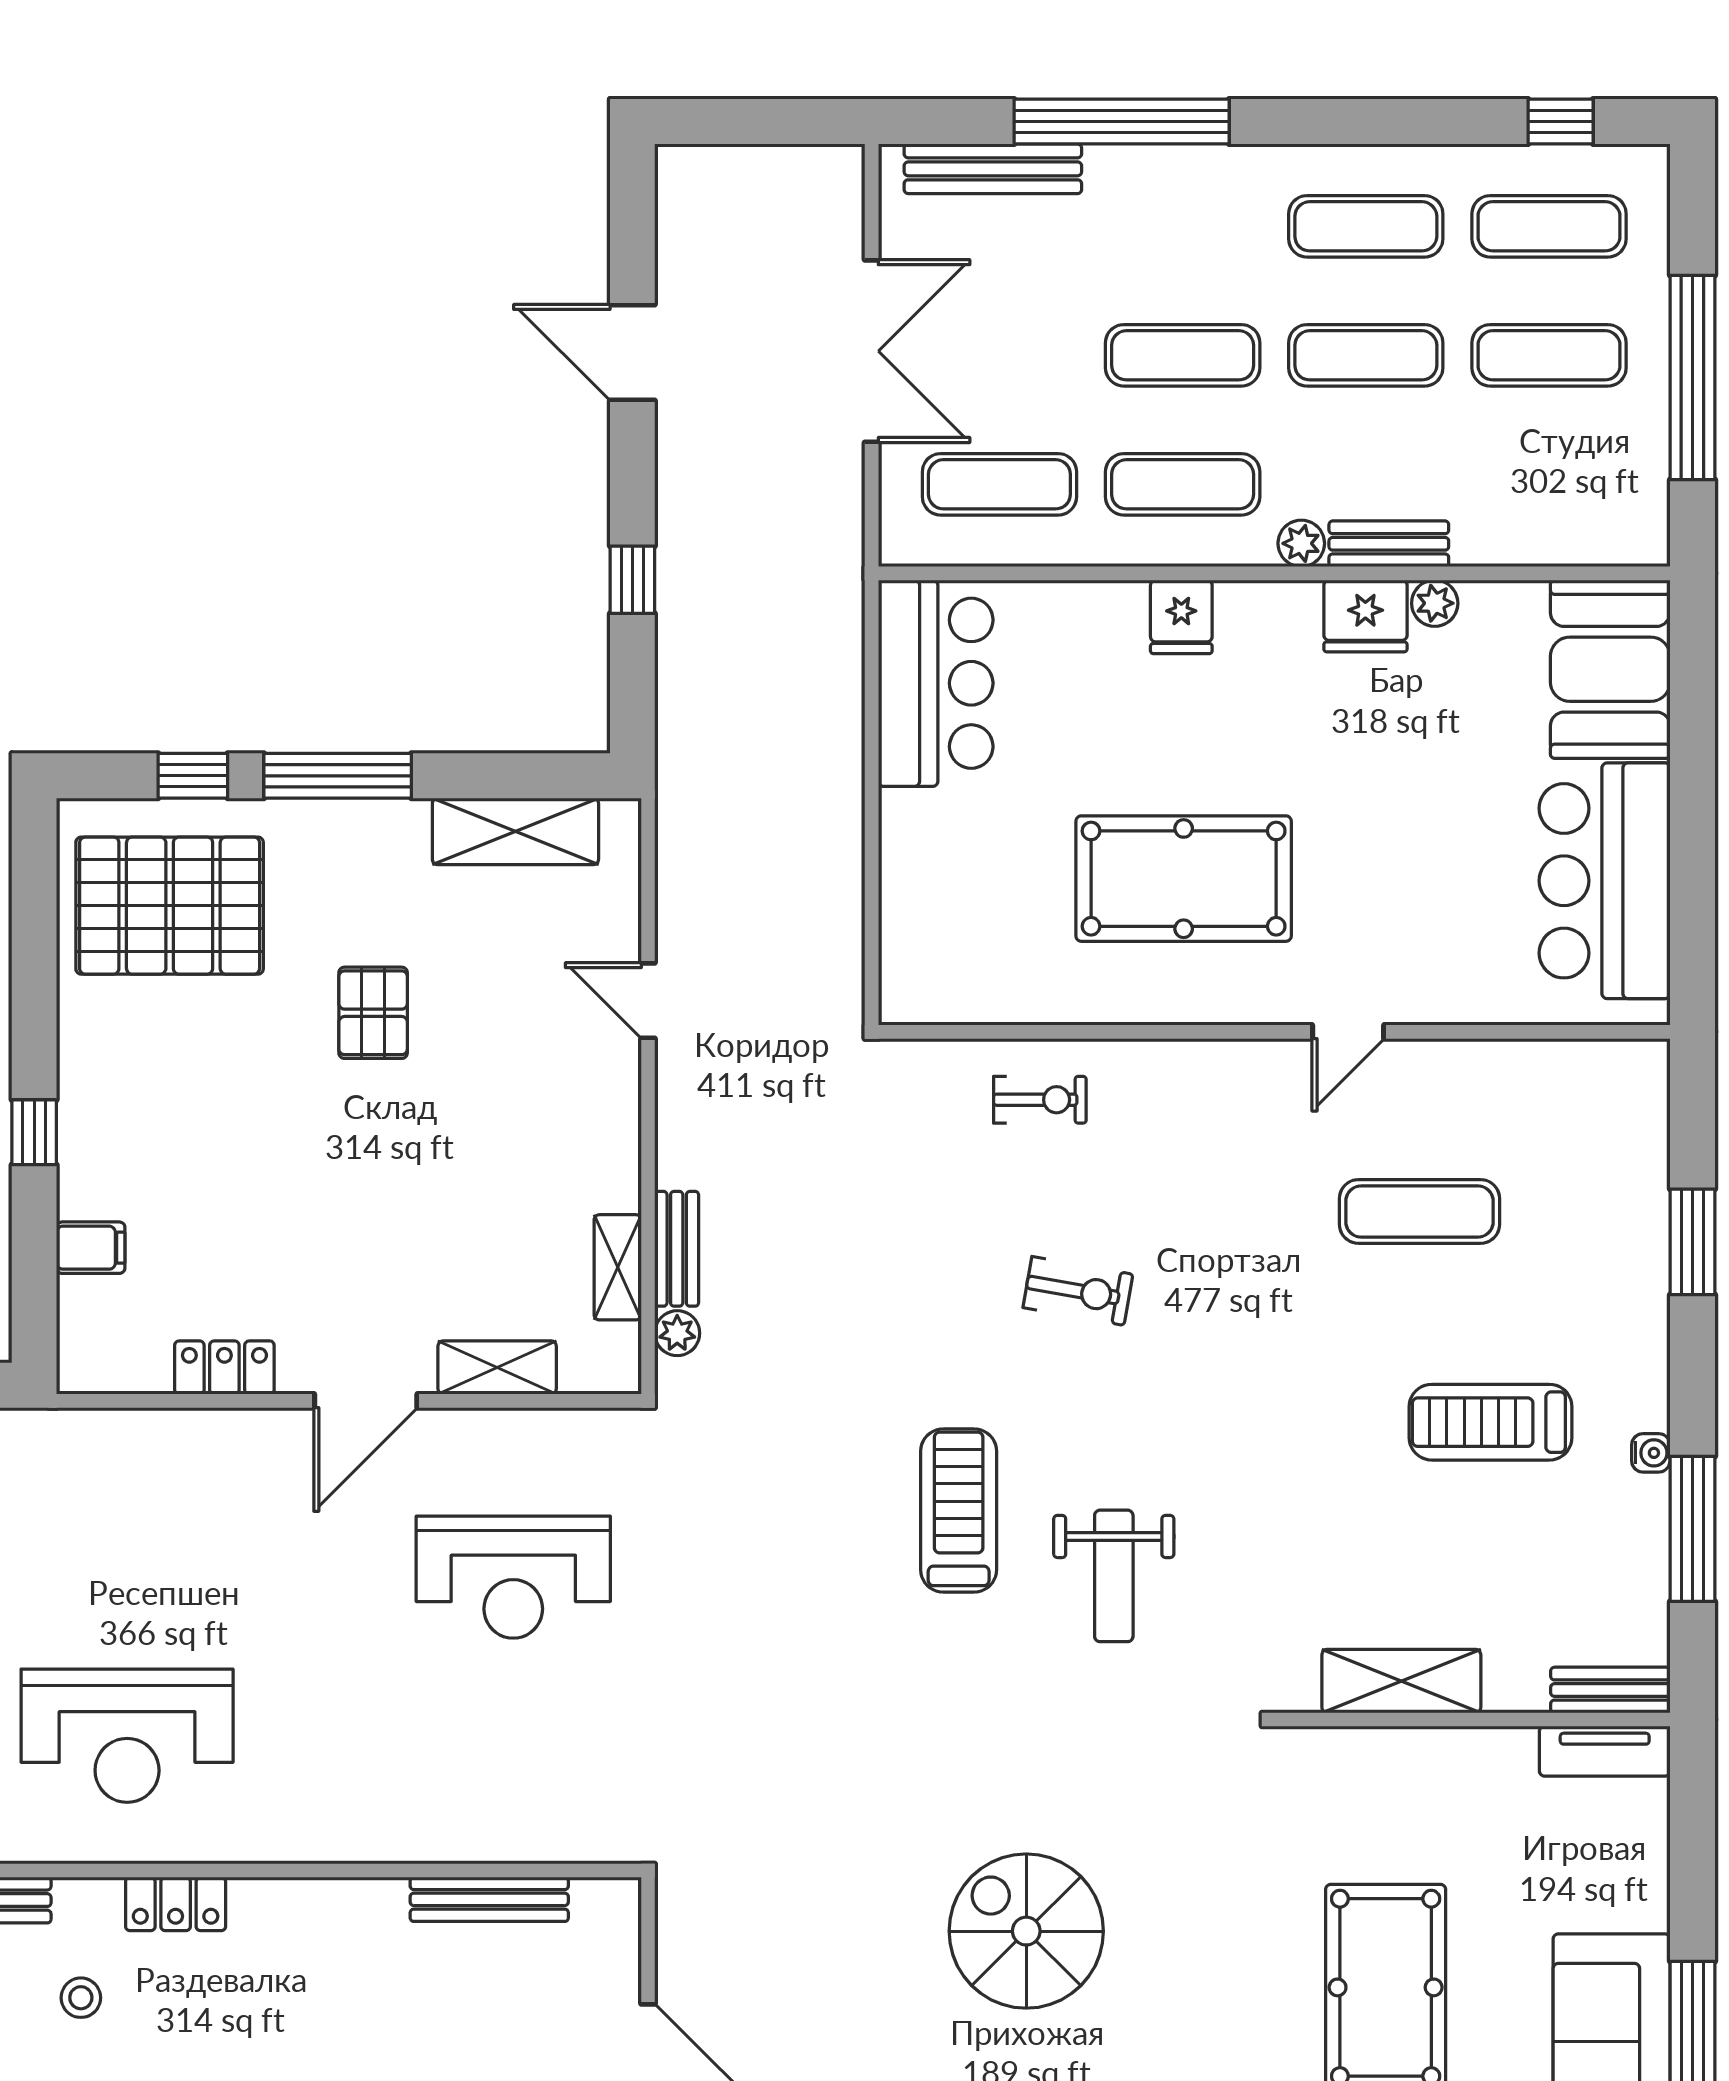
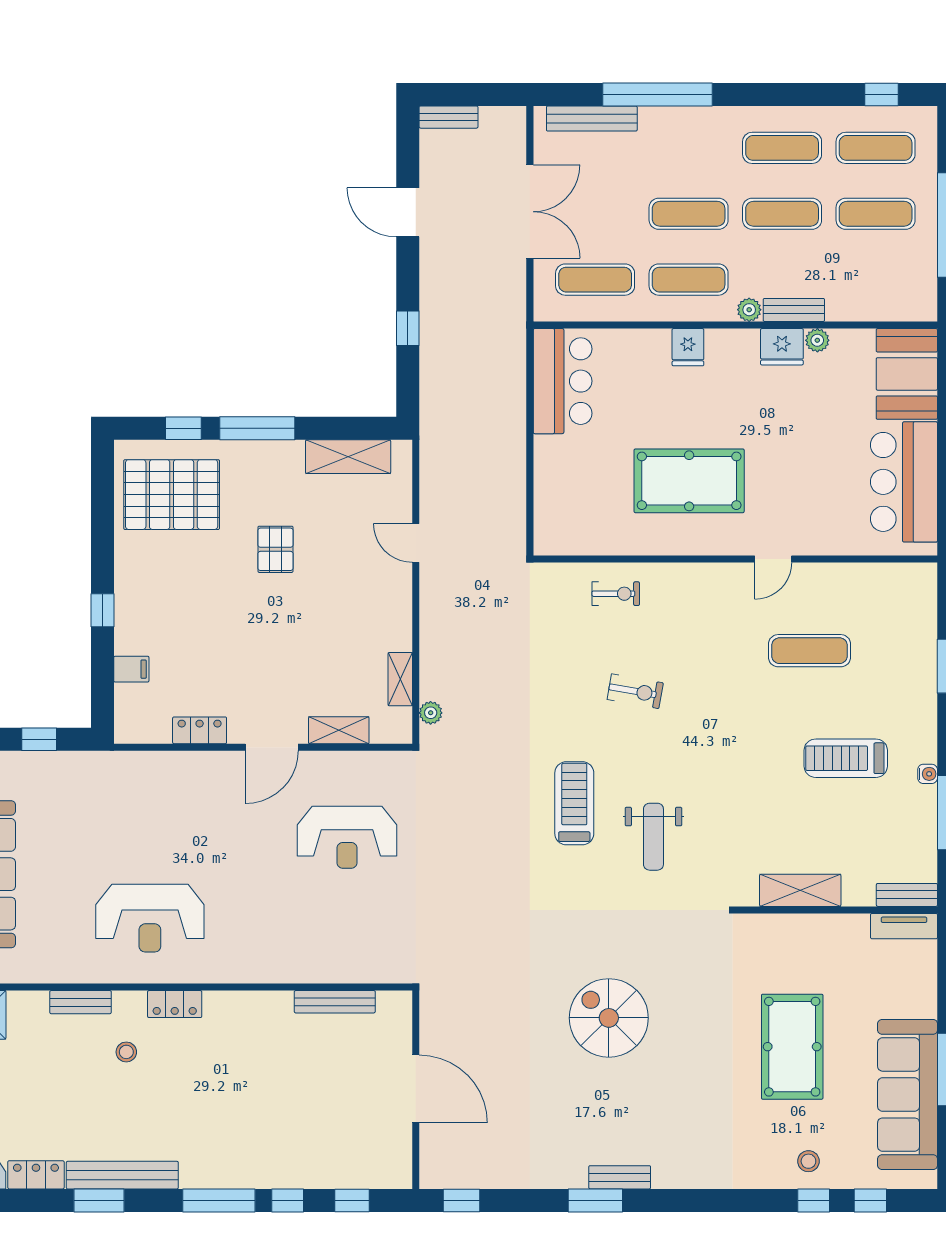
bench: (677, 1249) -> (449, 117), moved, turned 90

